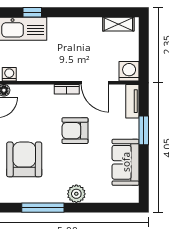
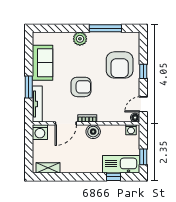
boiler: (59, 72) -> (93, 132), added
door: (95, 83) -> (66, 123), swing flipped
tv unit: (132, 101) -> (37, 104), width x1.41

